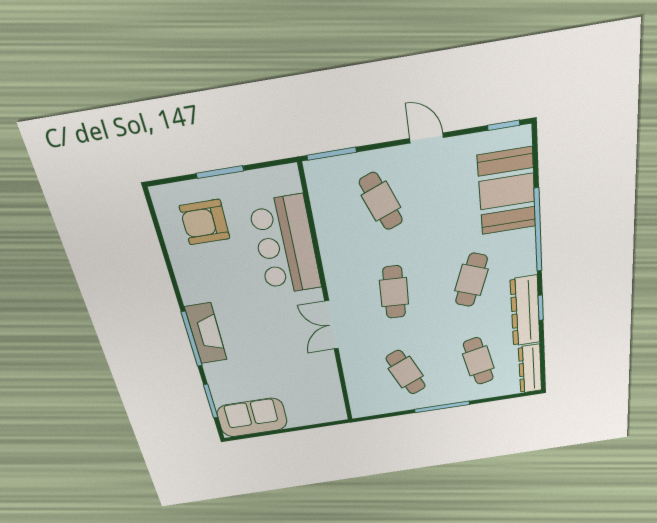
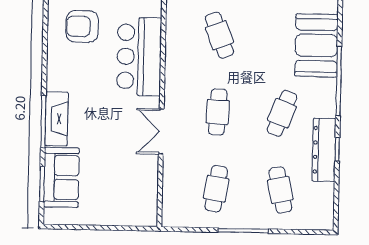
dresser: (530, 369) -> (325, 207), removed
cafe table: (406, 372) -> (216, 189), turned 33
sofa: (252, 418) -> (61, 177), moved, turned 90

